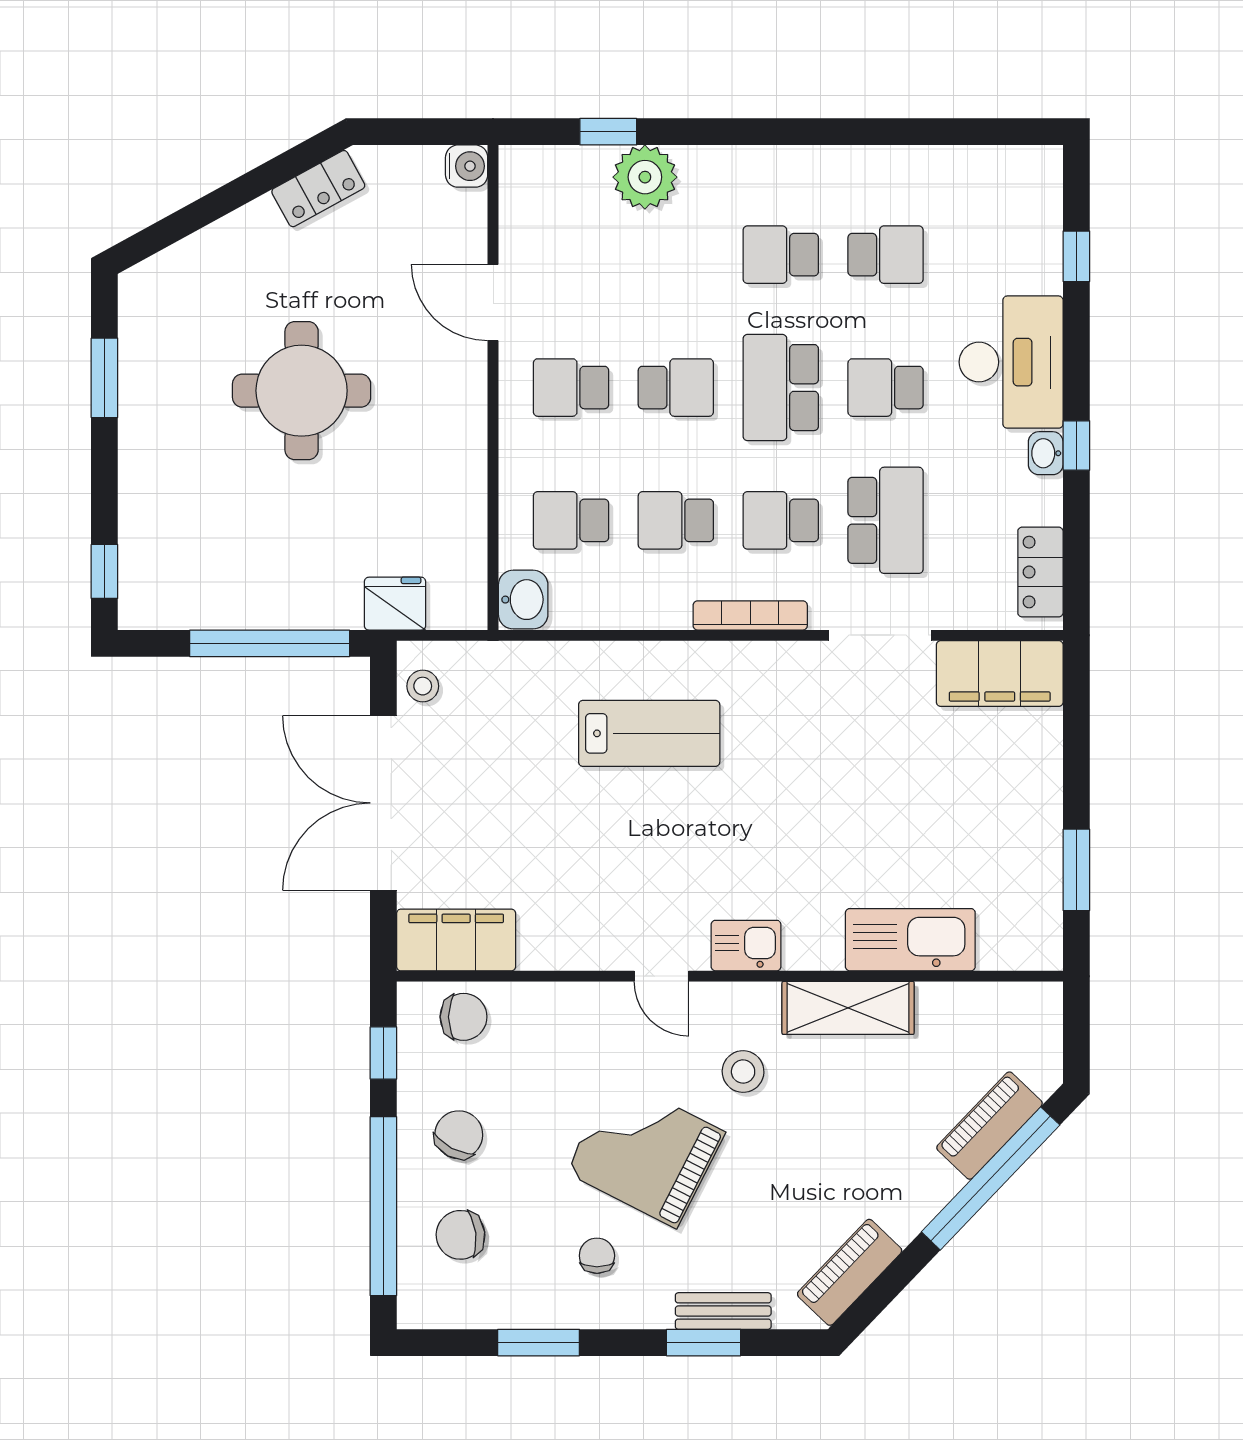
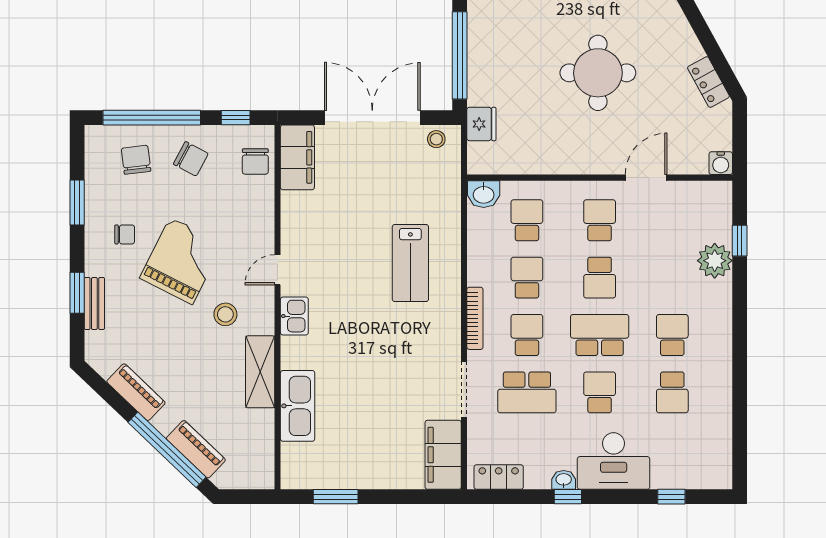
piano: (850, 1272) -> (136, 392), moved

